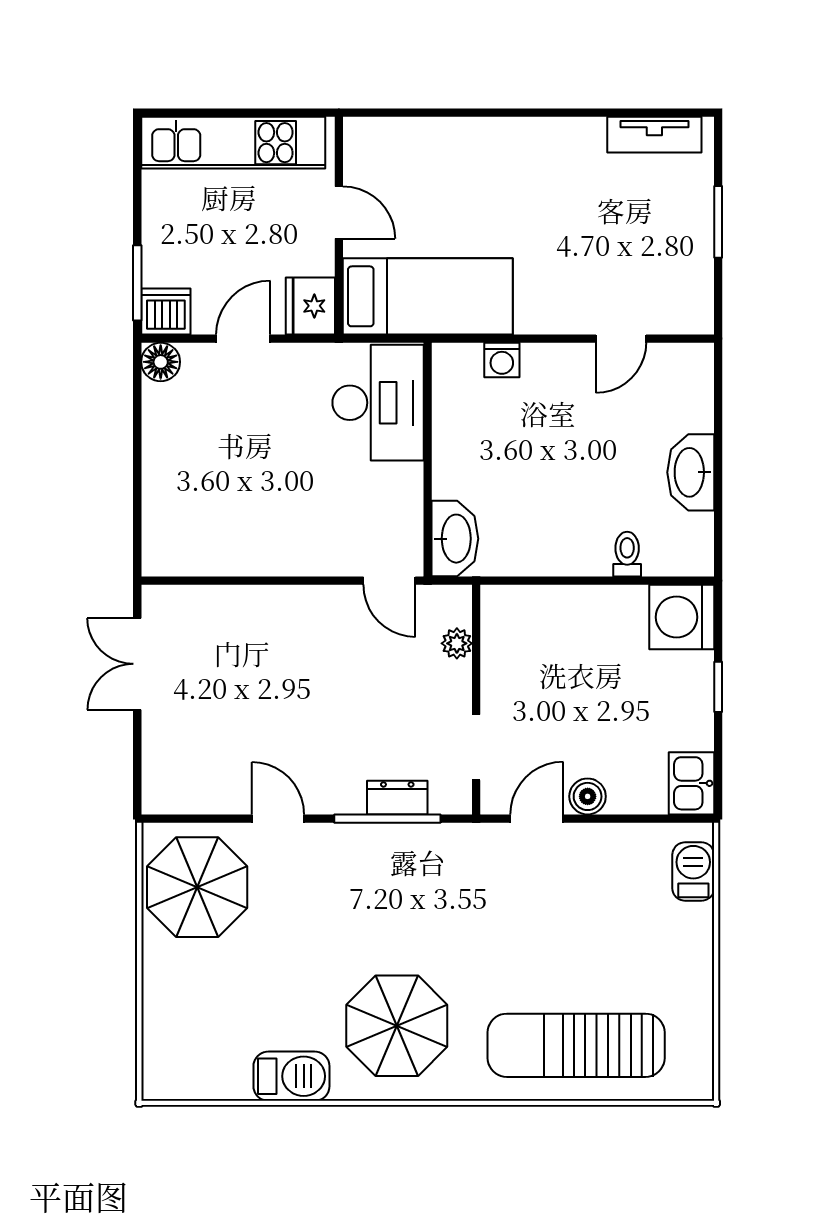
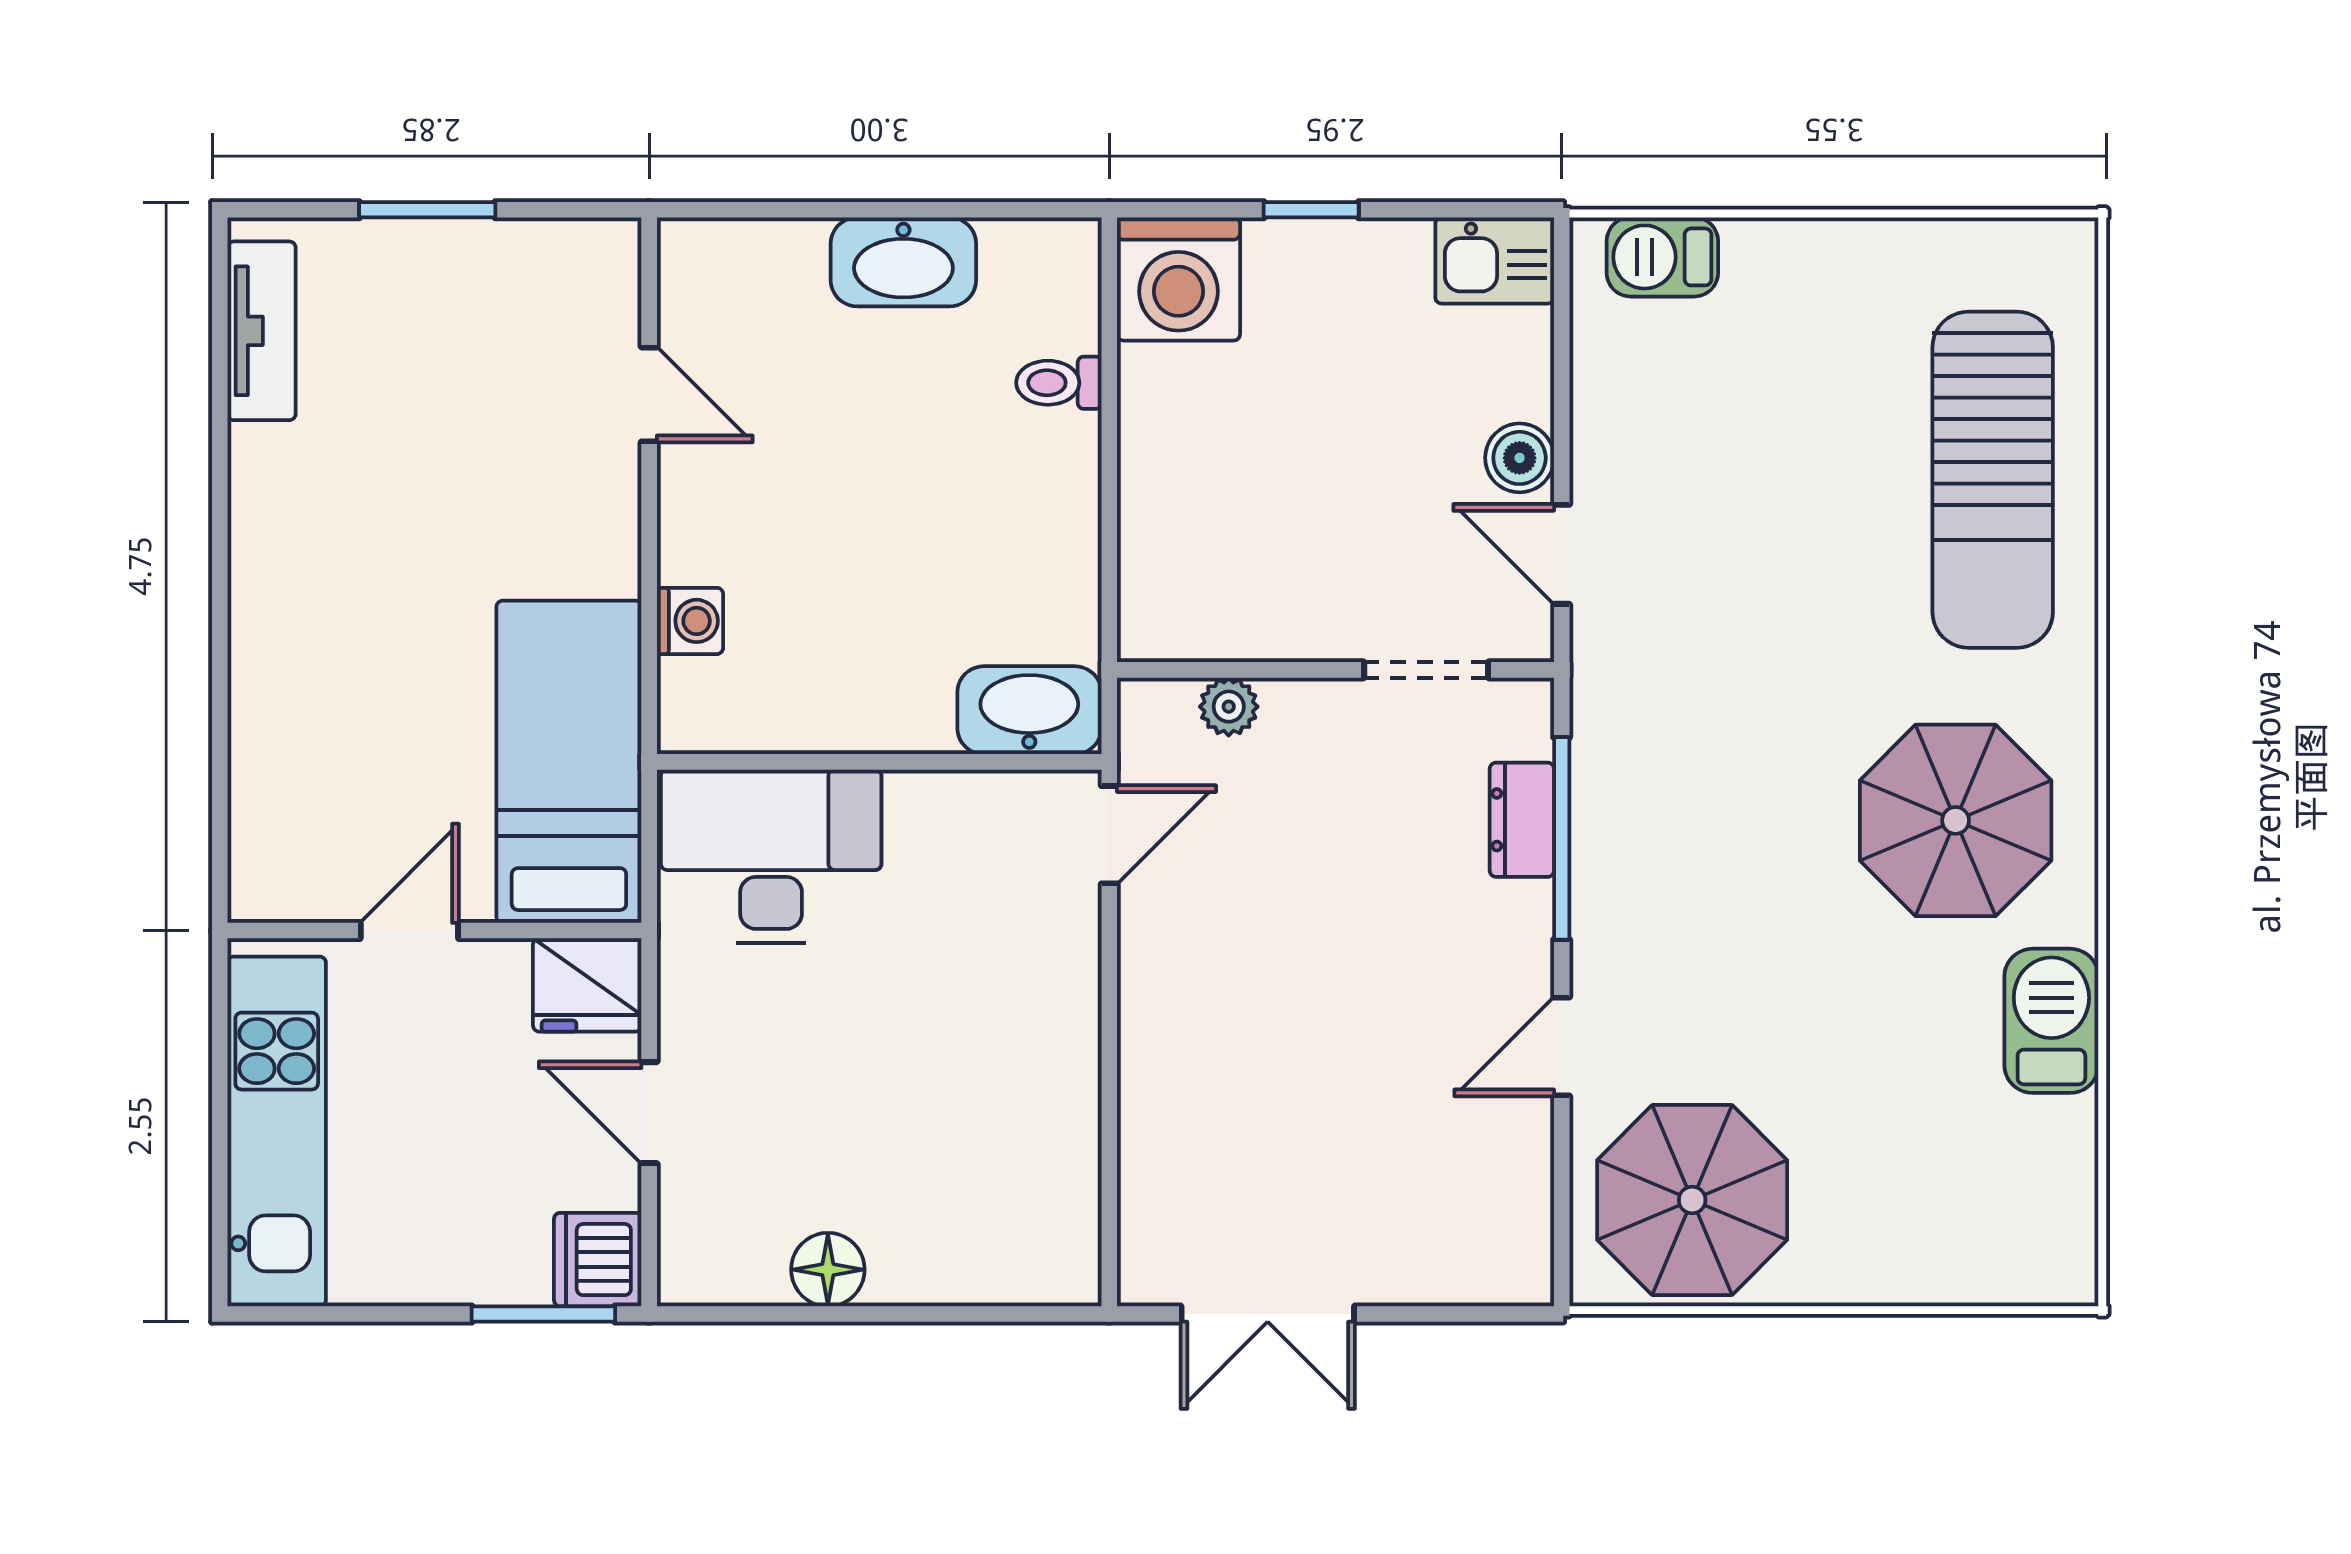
floor lamp: (161, 362) -> (828, 1270), moved

